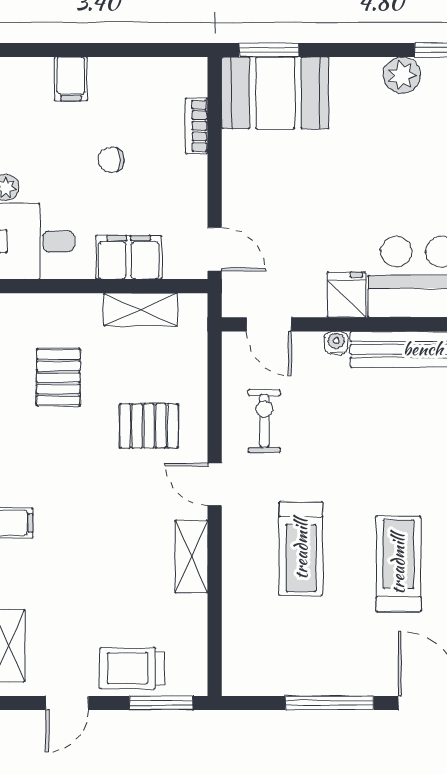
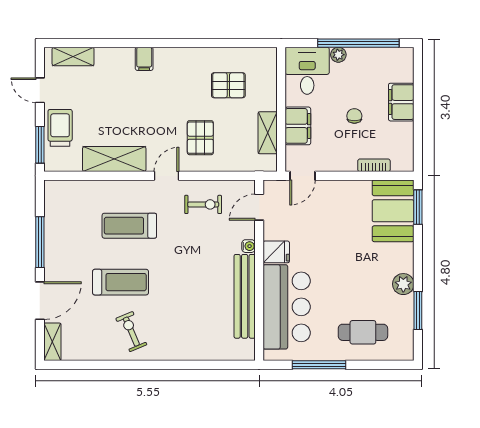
filing cabinet: (71, 79) -> (401, 102), width x2.00
shelving: (191, 557) -> (114, 159), width x1.50, depth x1.33

